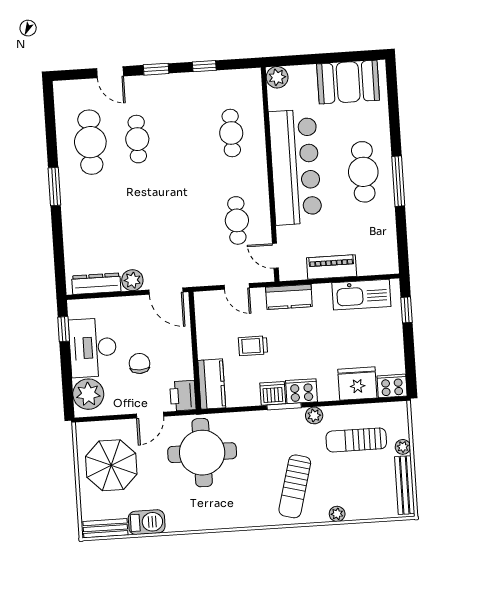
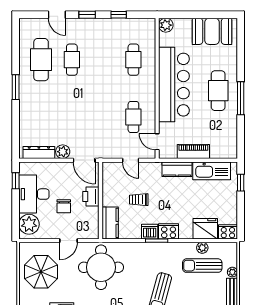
kitchen counter: (289, 297) -> (177, 169), moved
chair: (139, 363) -> (64, 206), turned 180
printer: (183, 396) -> (91, 196), moved
plant: (314, 415) -> (202, 248), moved

